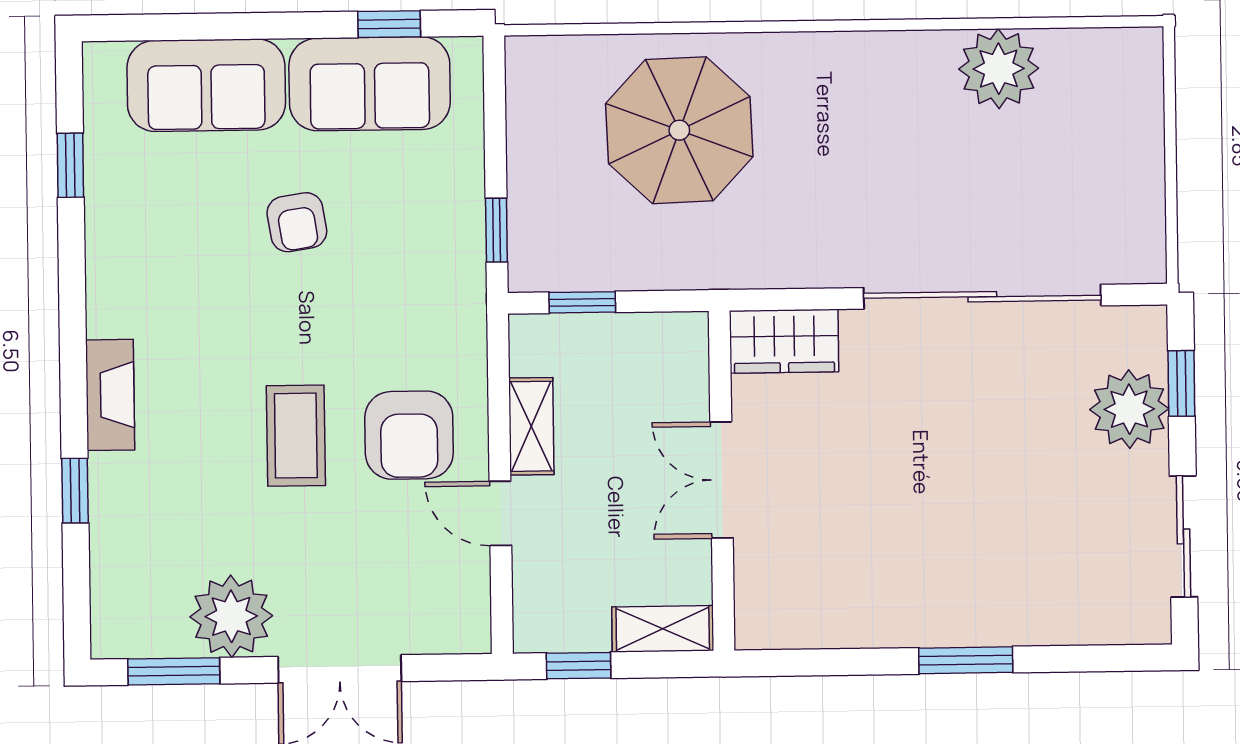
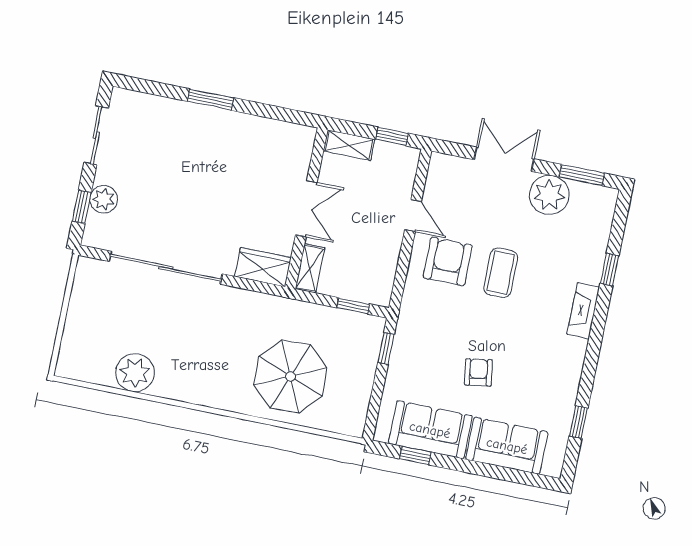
plant: (1129, 409) -> (104, 199), width x0.73, depth x0.73
shelving: (531, 426) -> (310, 268), moved

